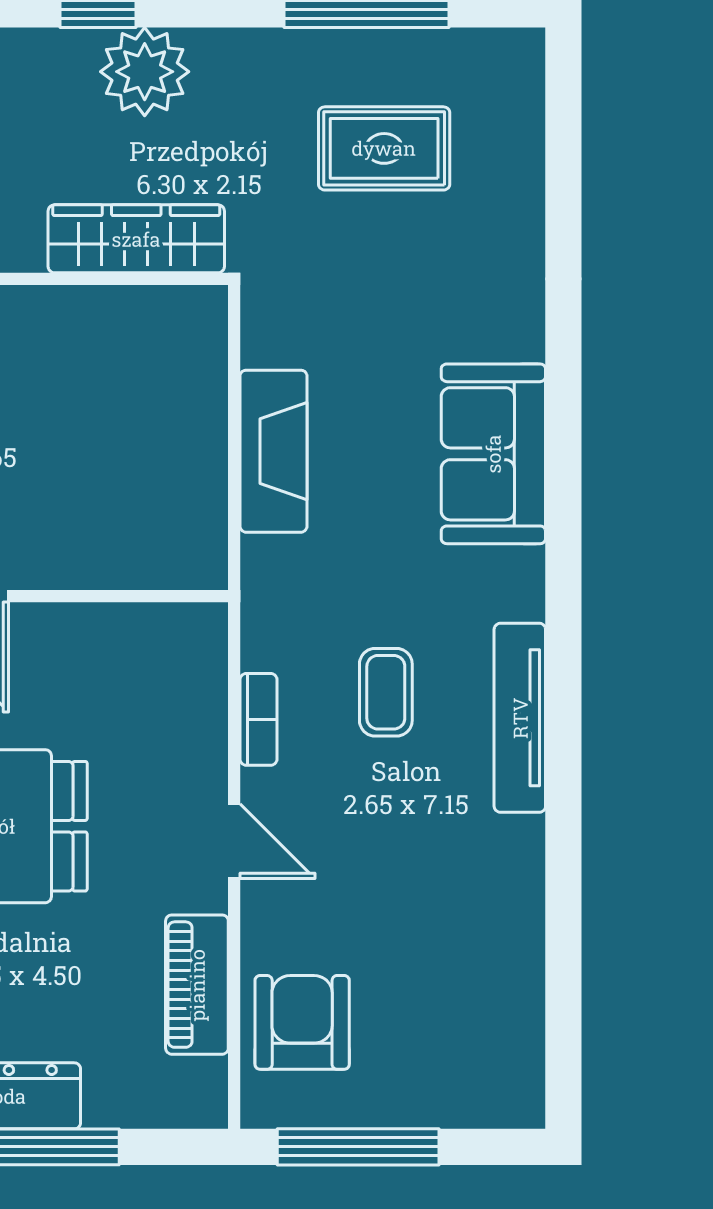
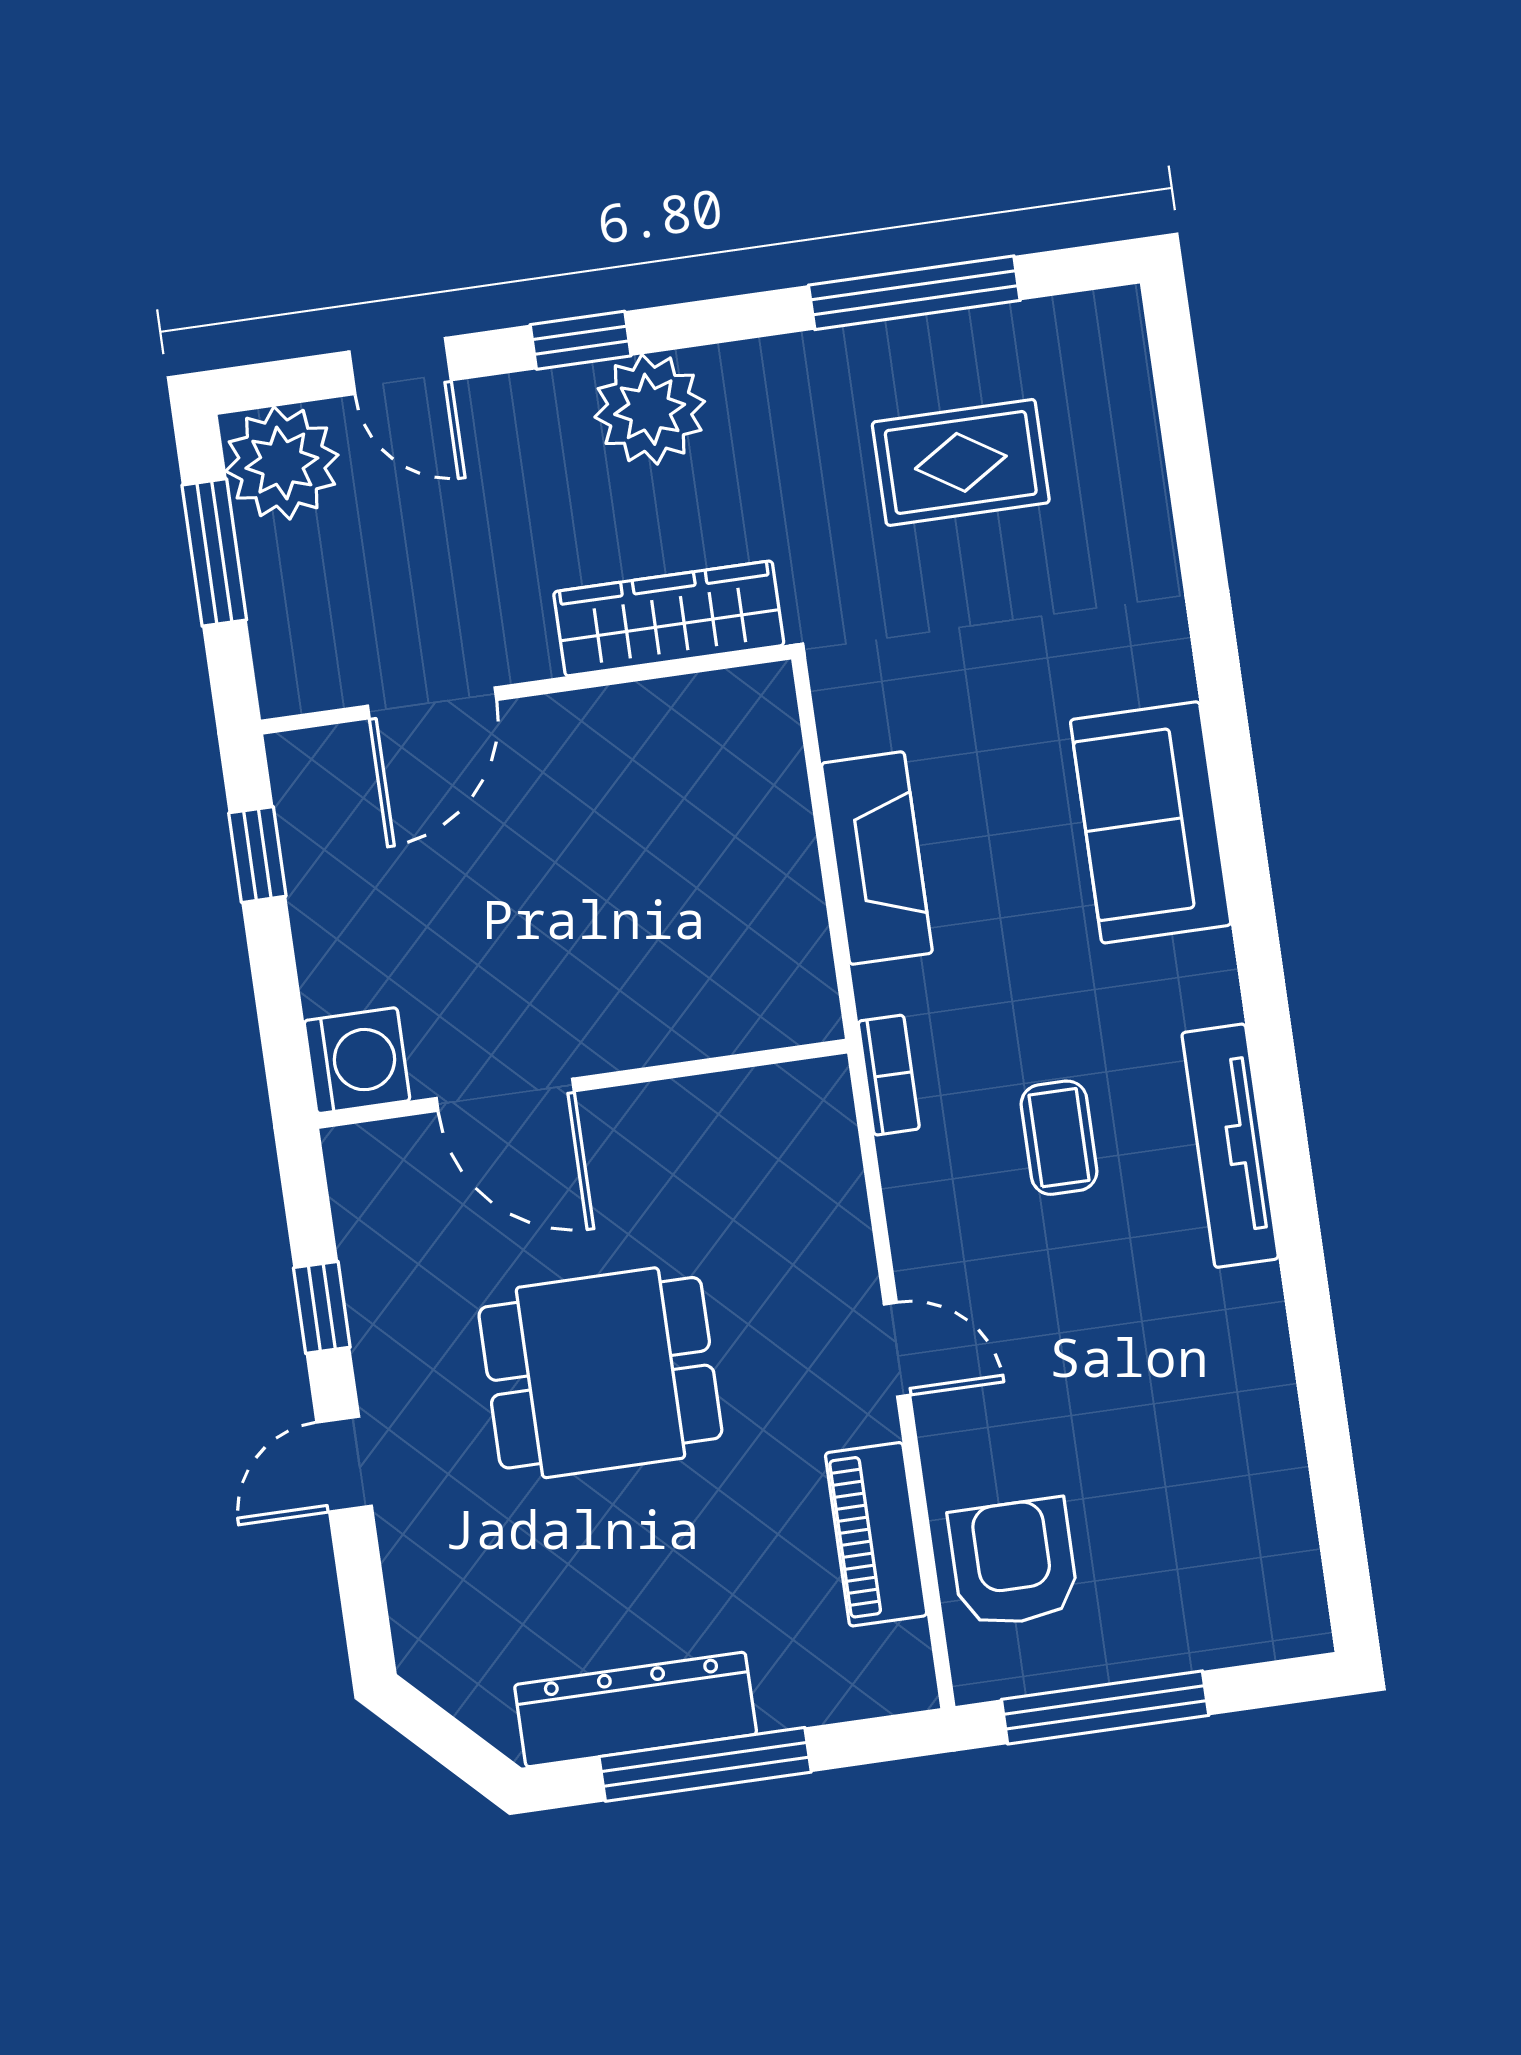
bookcase: (259, 719) -> (889, 1075), moved

